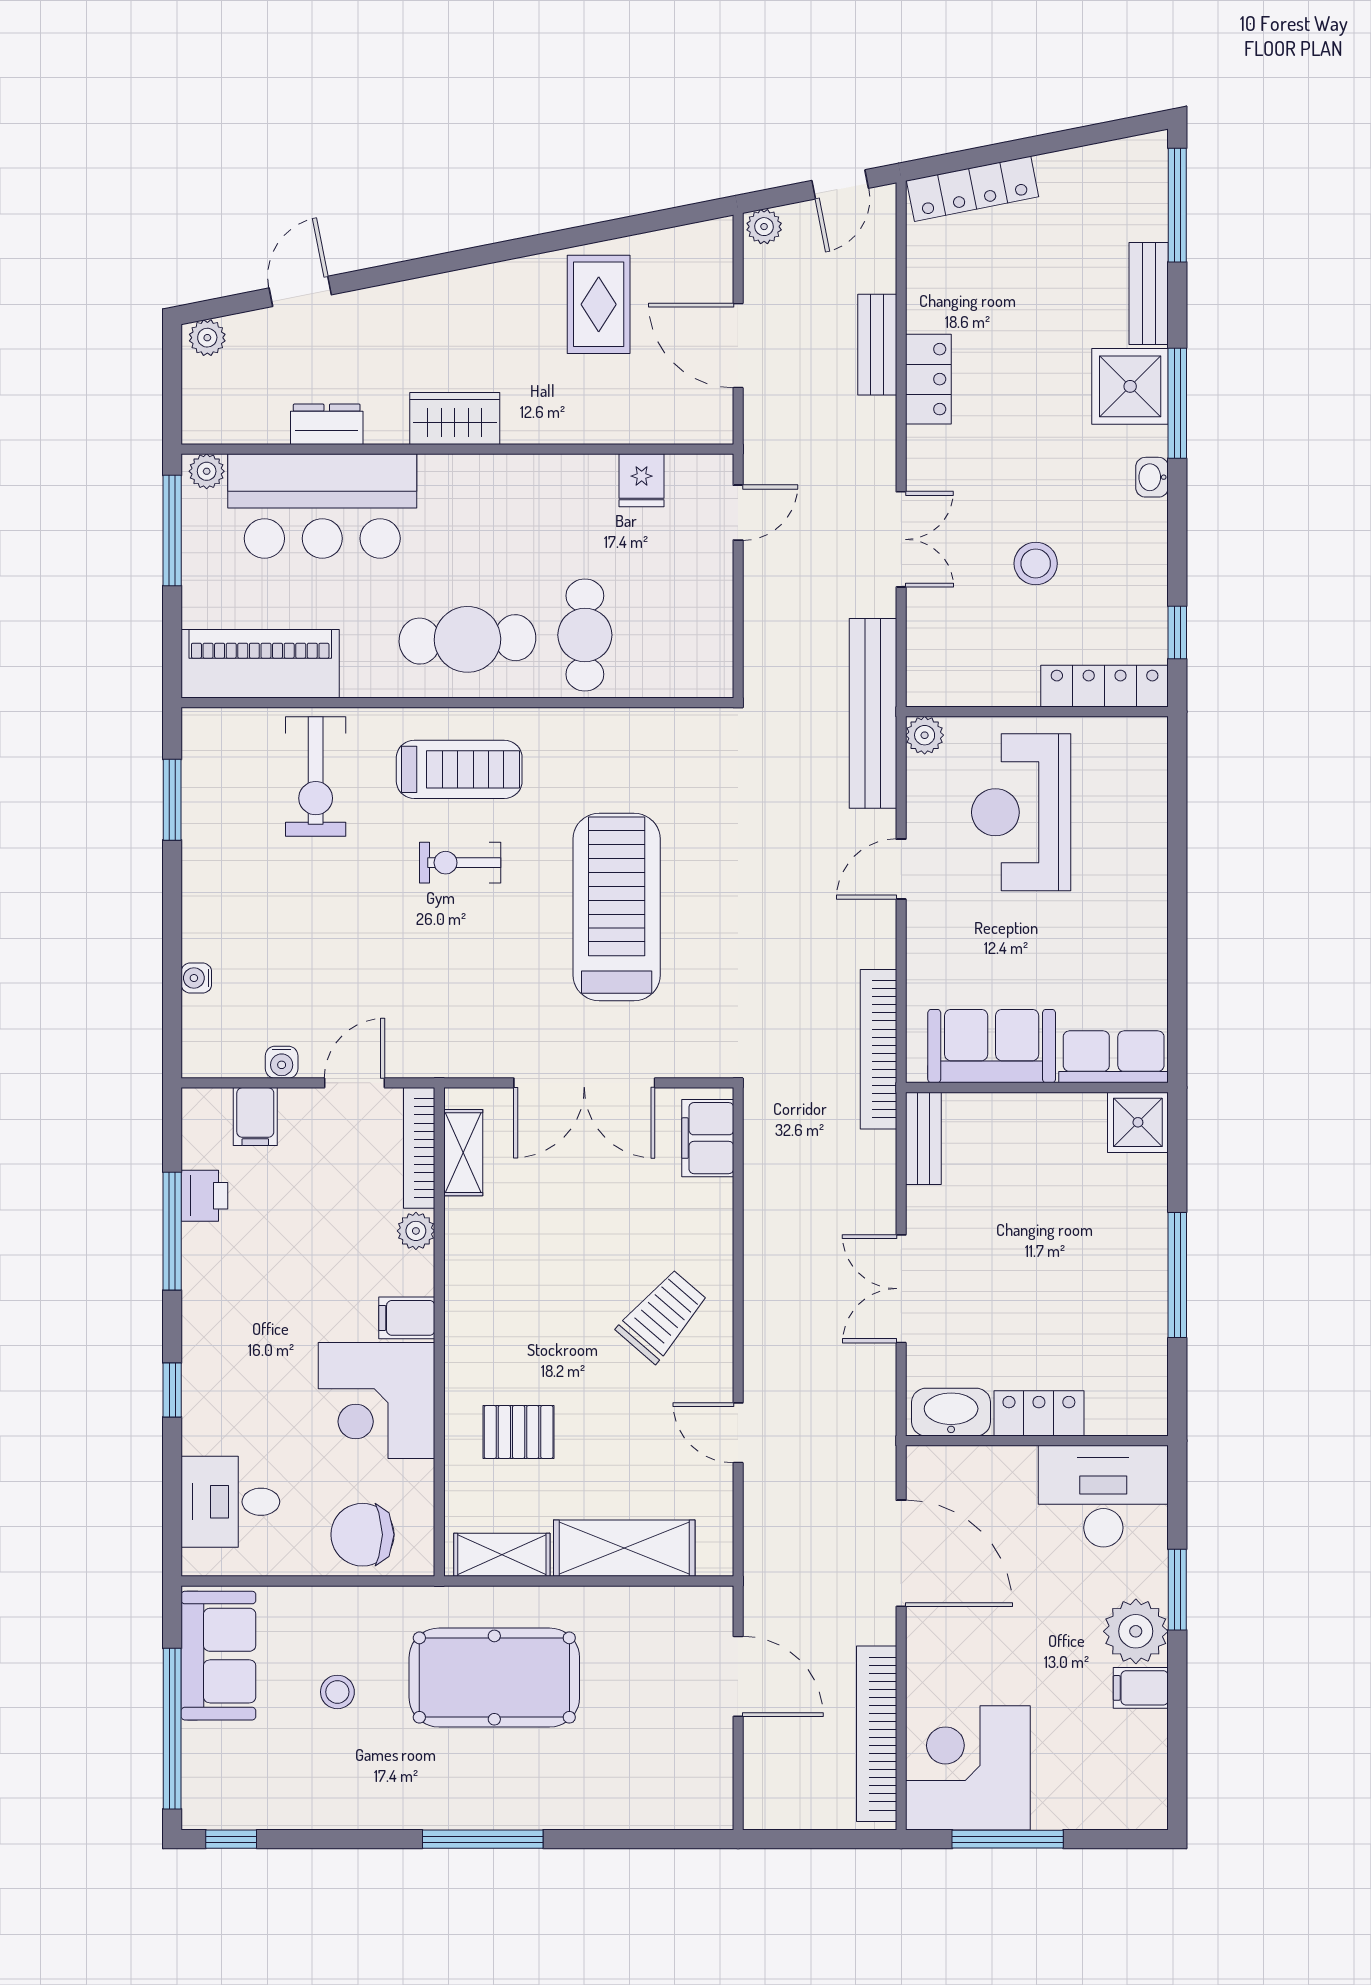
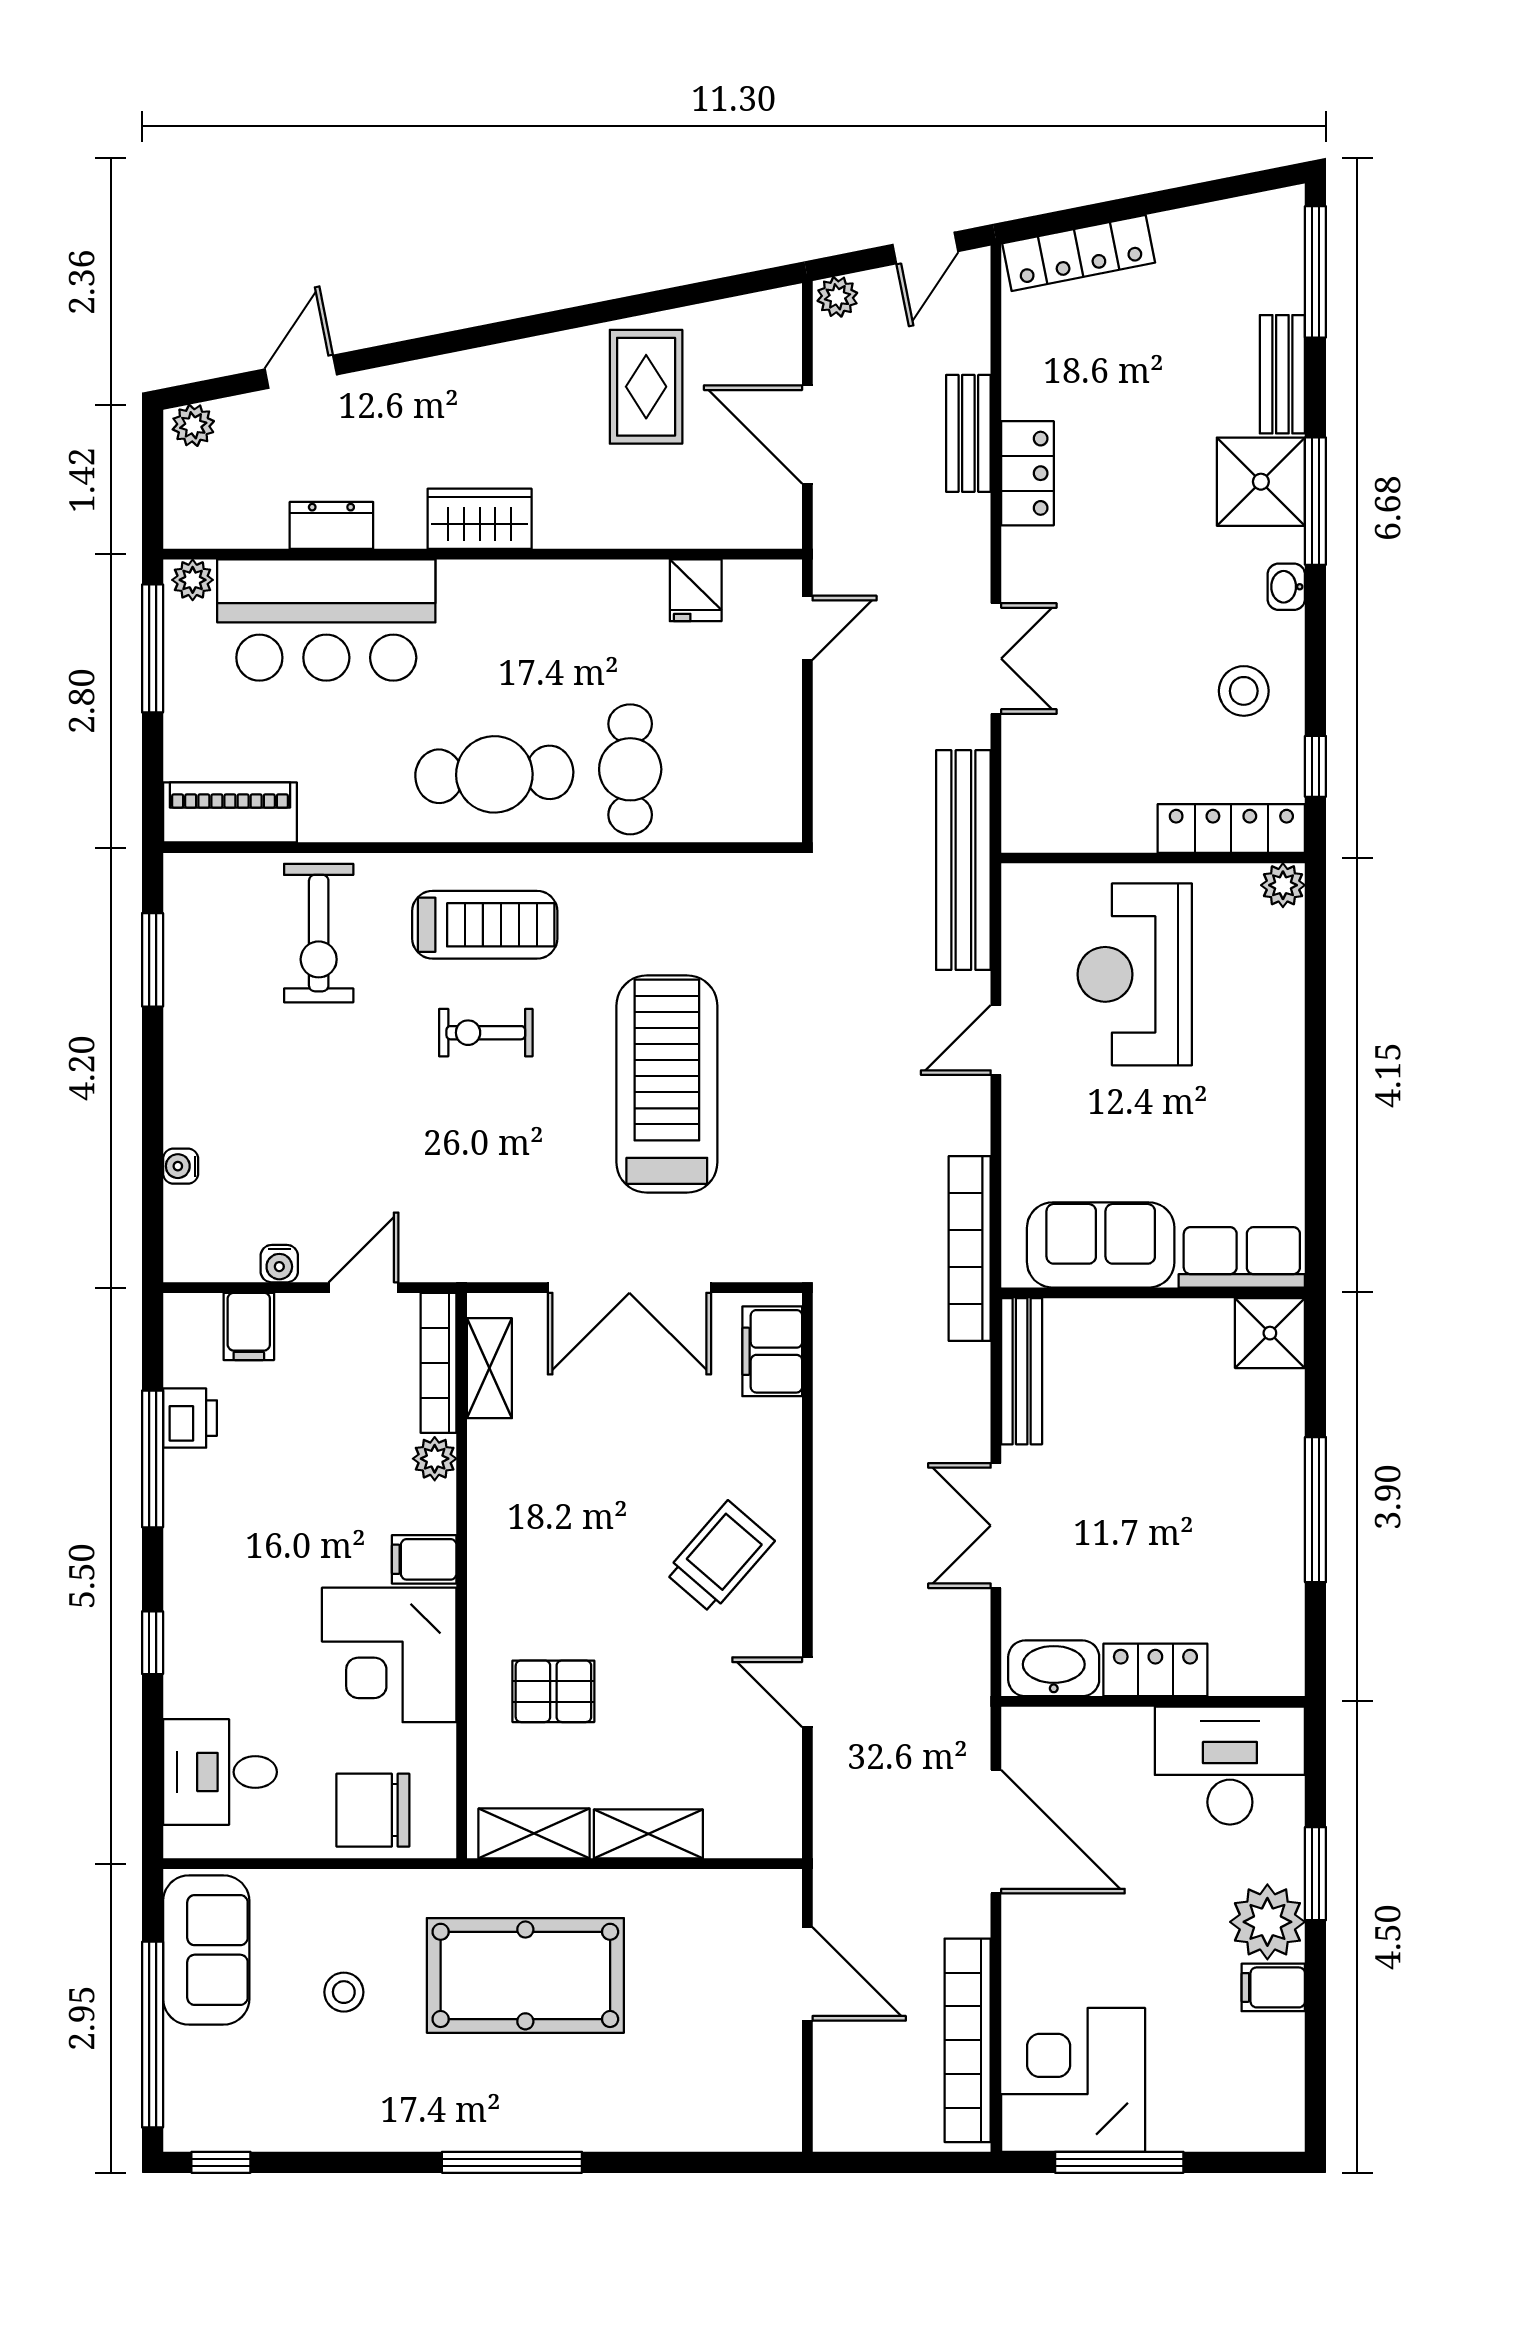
stool: (1036, 563) -> (1244, 691), moved
piano: (260, 664) -> (230, 812), width x0.73, depth x0.75
plant: (925, 735) -> (1283, 885), moved
bench: (923, 1138) -> (1022, 1371), width x1.36
shelving: (624, 1548) -> (648, 1834), width x0.67, depth x0.75

